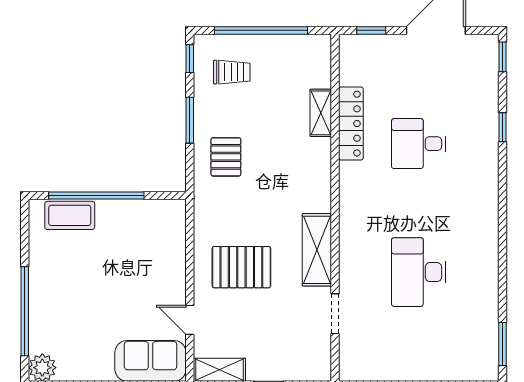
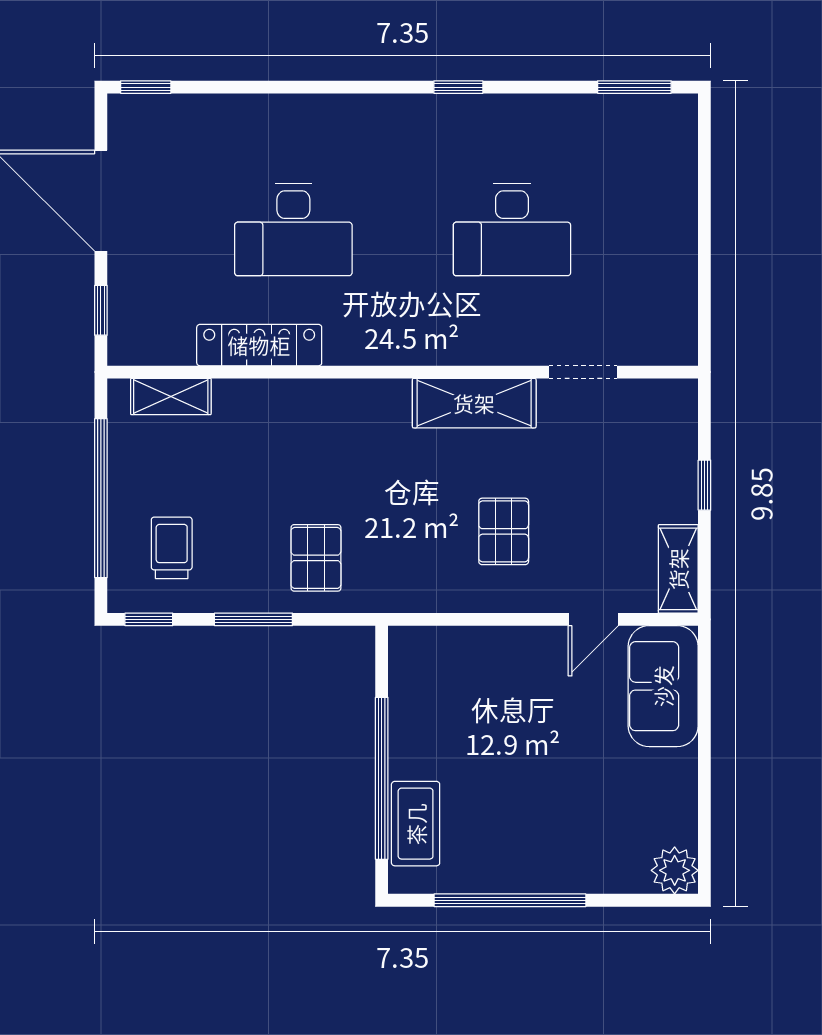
shelving: (321, 113) -> (171, 397), moved
window: (503, 127) -> (458, 87), moved
desk: (419, 144) -> (293, 230), width x1.37
pallet: (226, 157) -> (316, 558), turned 90
pallet: (241, 267) -> (504, 531), width x0.67, depth x0.71
window: (25, 311) -> (510, 900), moved

